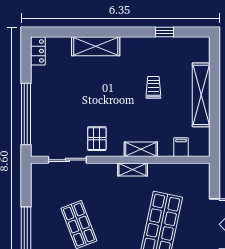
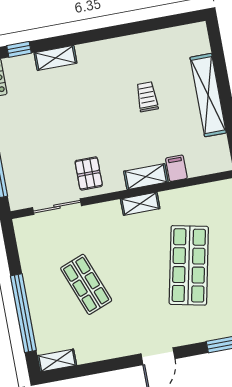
window: (164, 32) -> (19, 49), moved
shelving: (96, 46) -> (56, 58), width x0.67, depth x0.75
filing cabinet: (181, 147) -> (176, 168), moved

